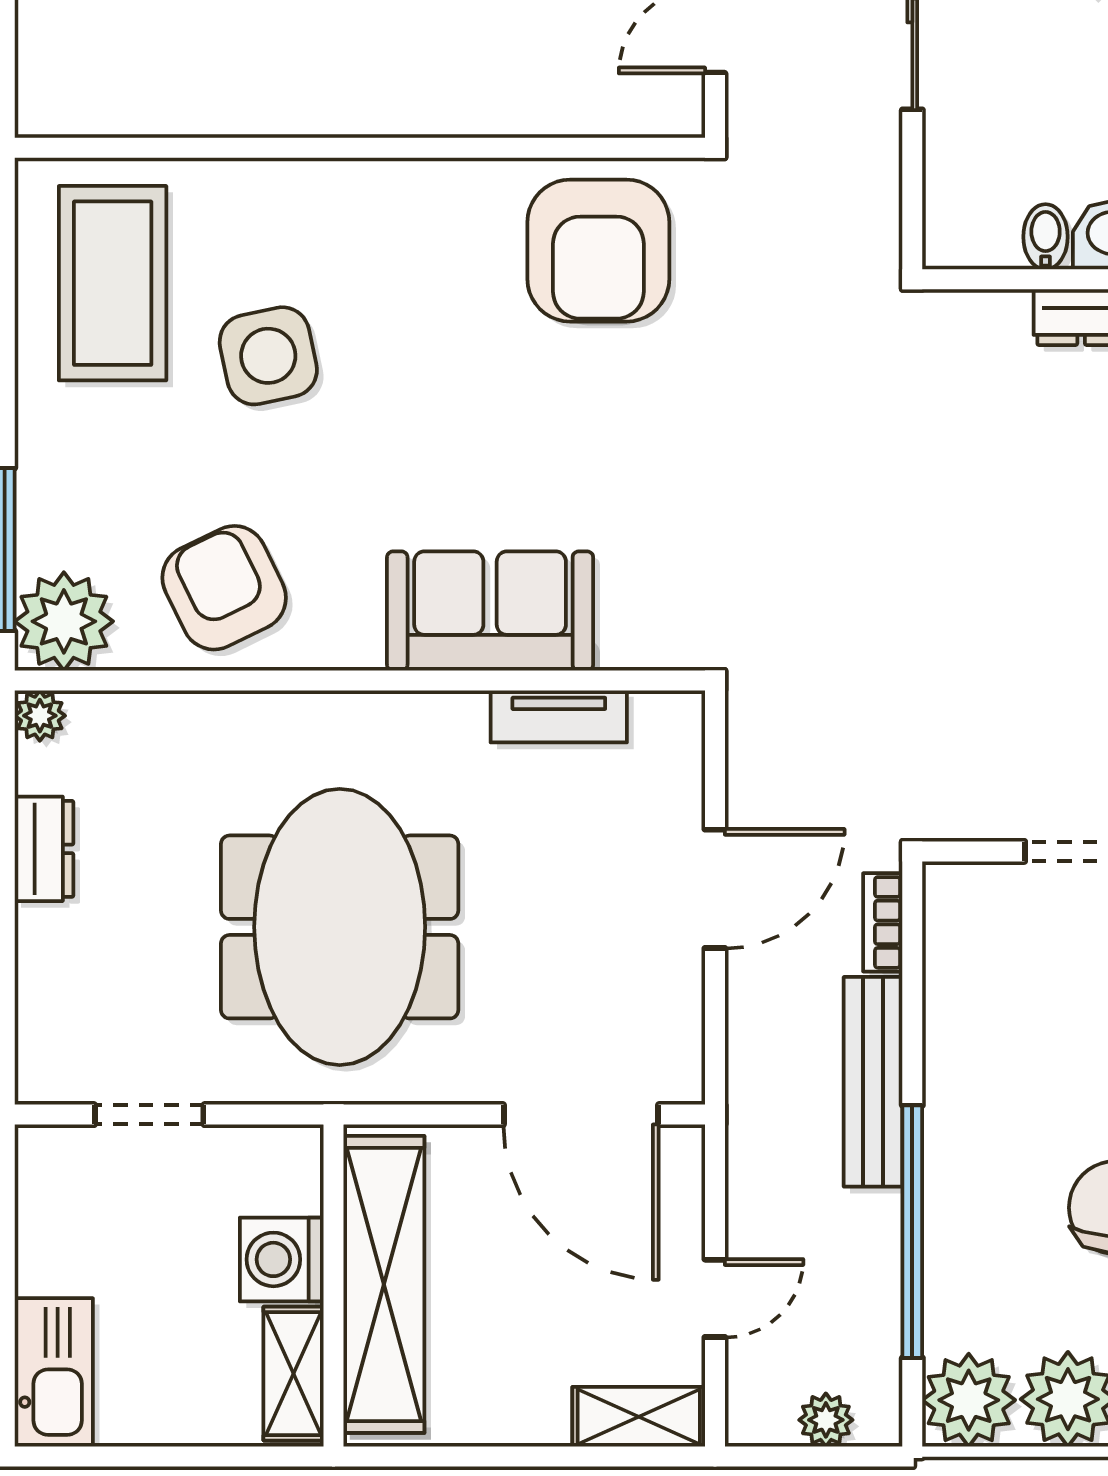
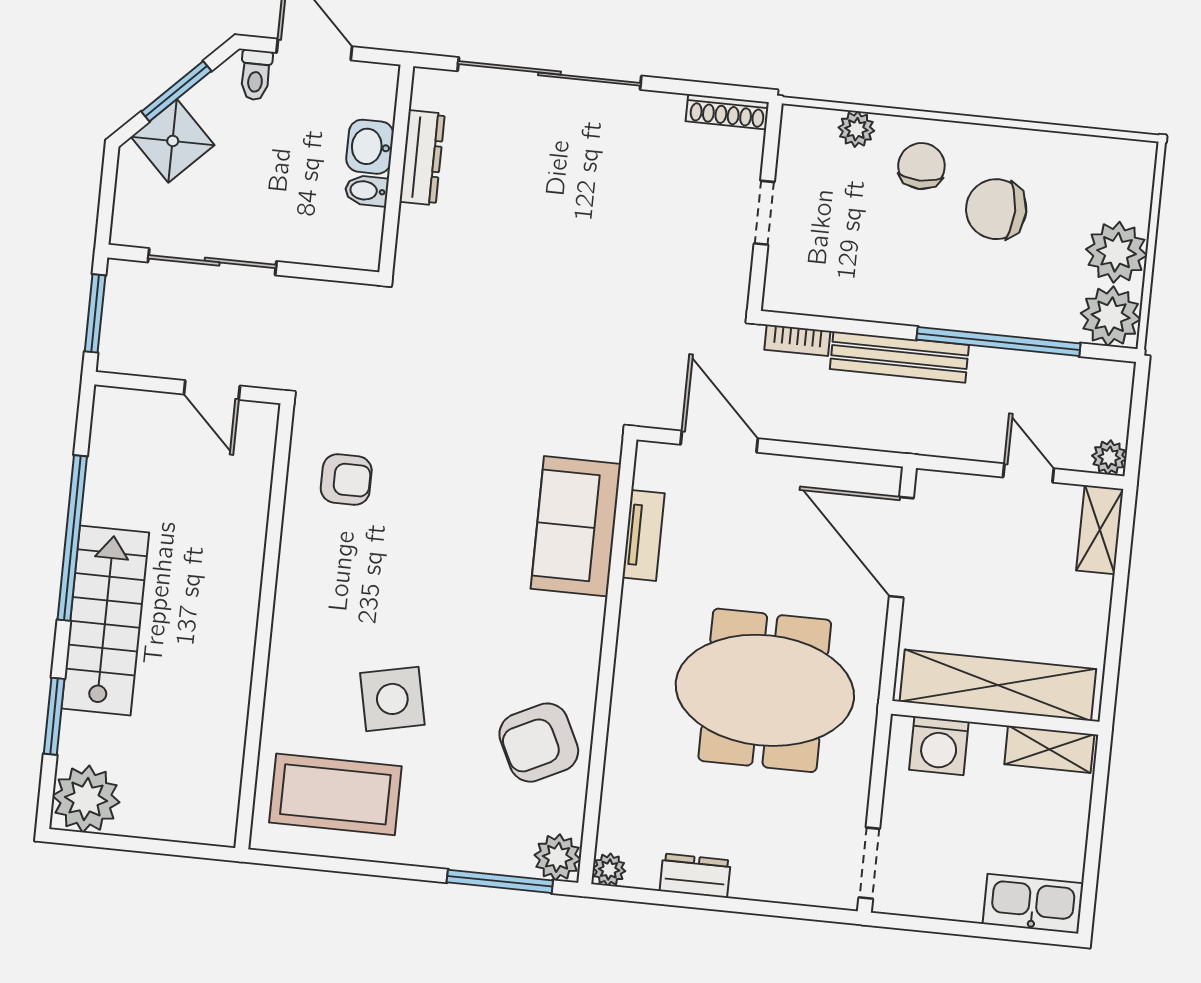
armchair: (598, 251) -> (346, 480), width x0.53, depth x0.53
sofa: (490, 611) -> (576, 526), moved
plant: (64, 621) -> (558, 857), width x0.73, depth x0.73
door: (715, 889) -> (719, 442), moved
doorway: (149, 1115) -> (869, 863), moved
door: (581, 1115) -> (901, 547), swing flipped
washing machine: (282, 1259) -> (939, 746), moved
plant: (826, 1420) -> (1109, 457), moved

